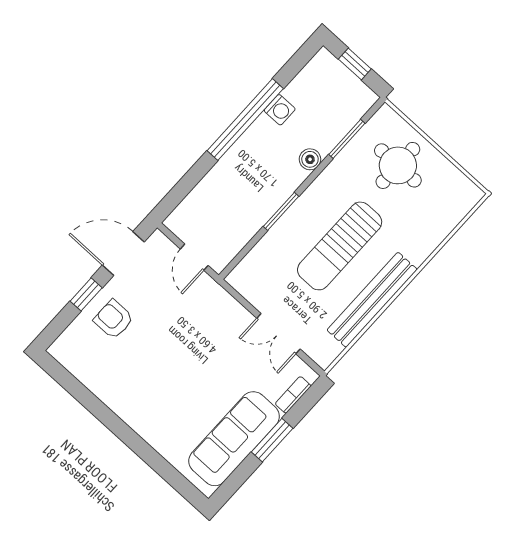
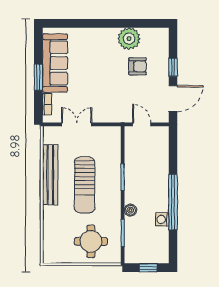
sun lounger: (340, 246) -> (85, 185), turned 180
armchair: (114, 319) -> (138, 66), moved
plant: (110, 383) -> (129, 39), added

